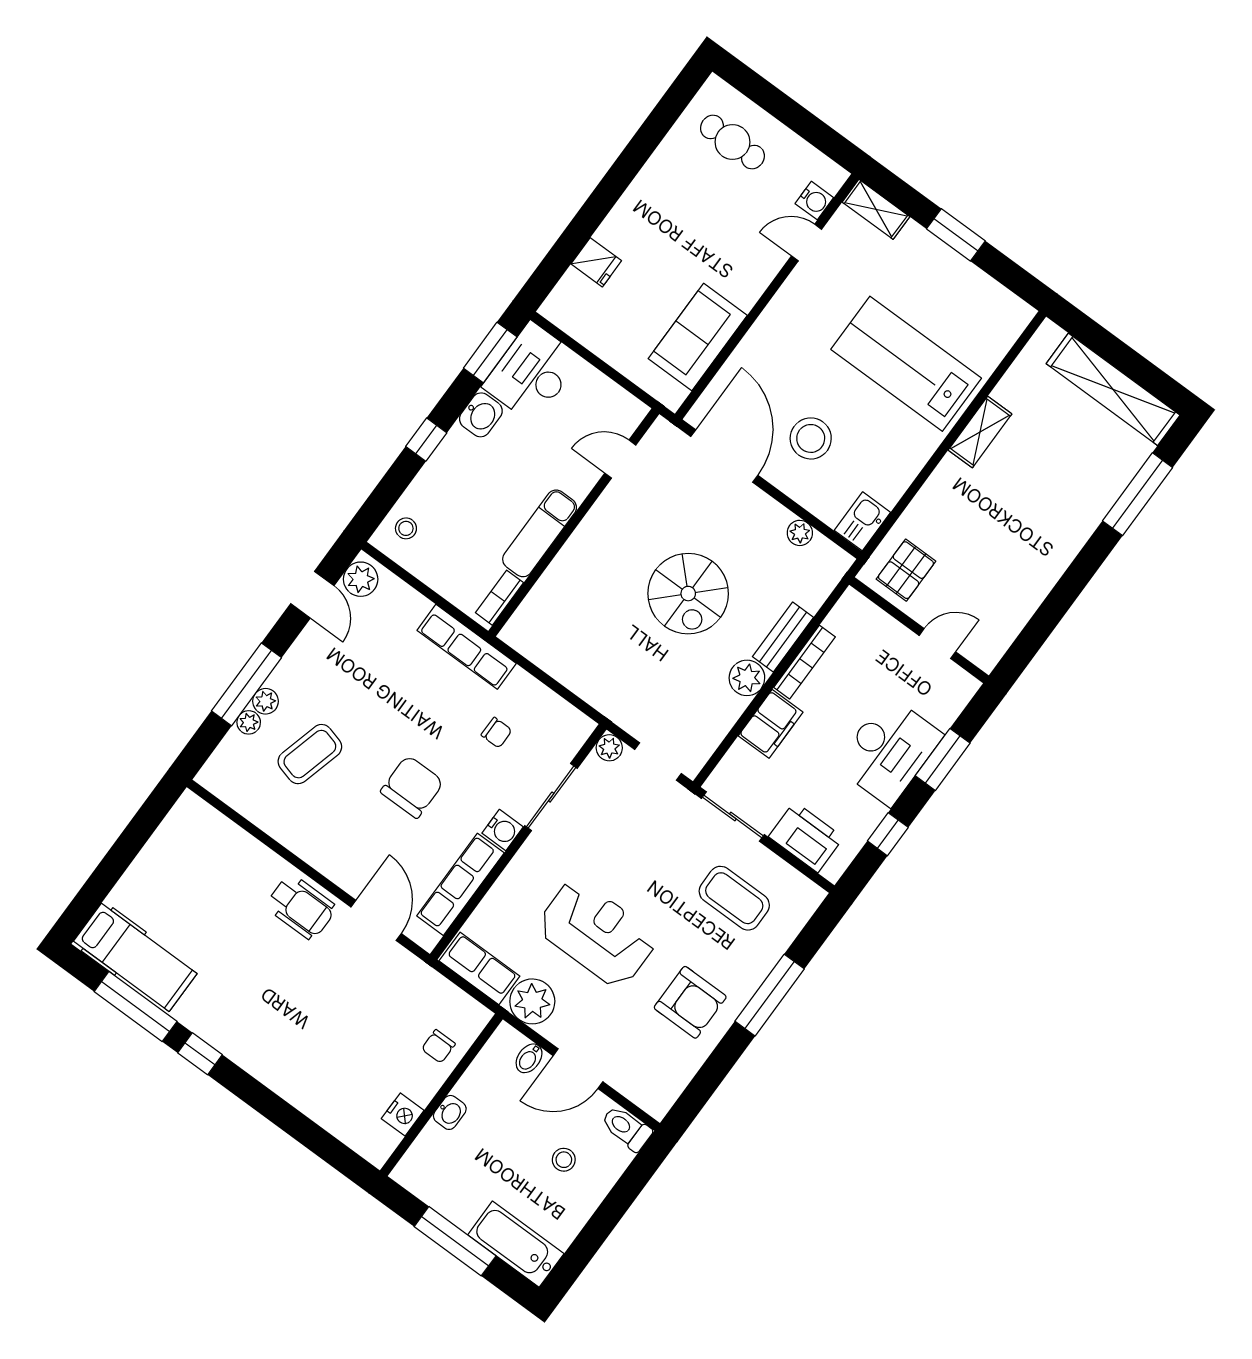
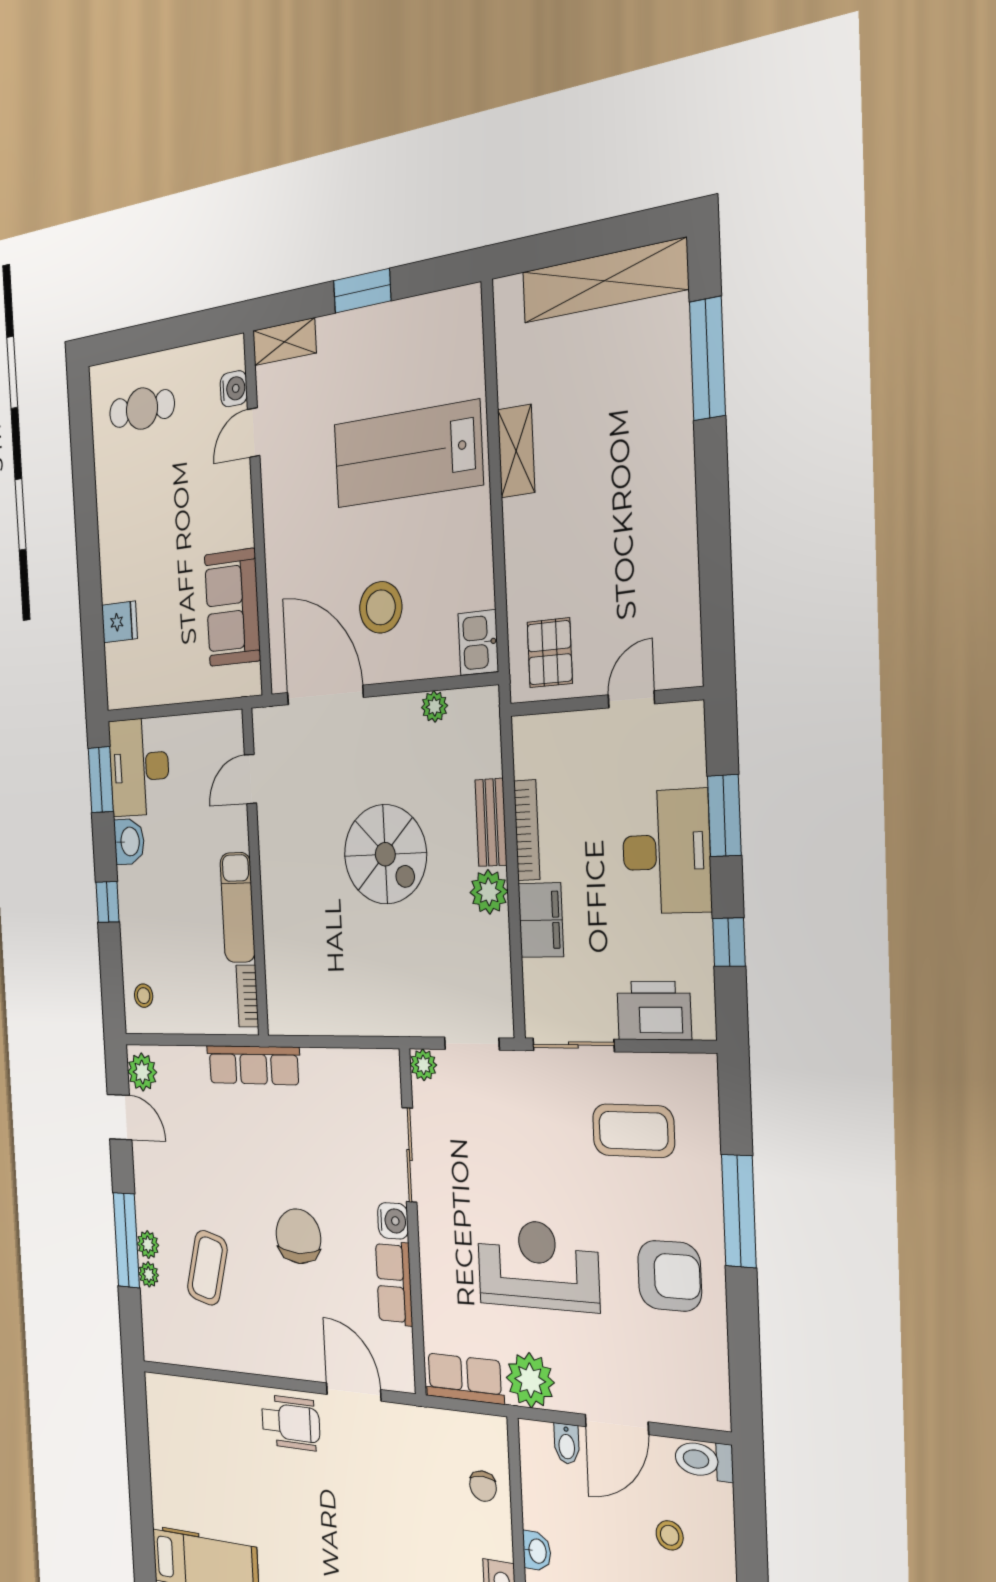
chair: (497, 733) -> (327, 1128), removed
row of seats: (460, 884) -> (394, 1283), width x0.68

